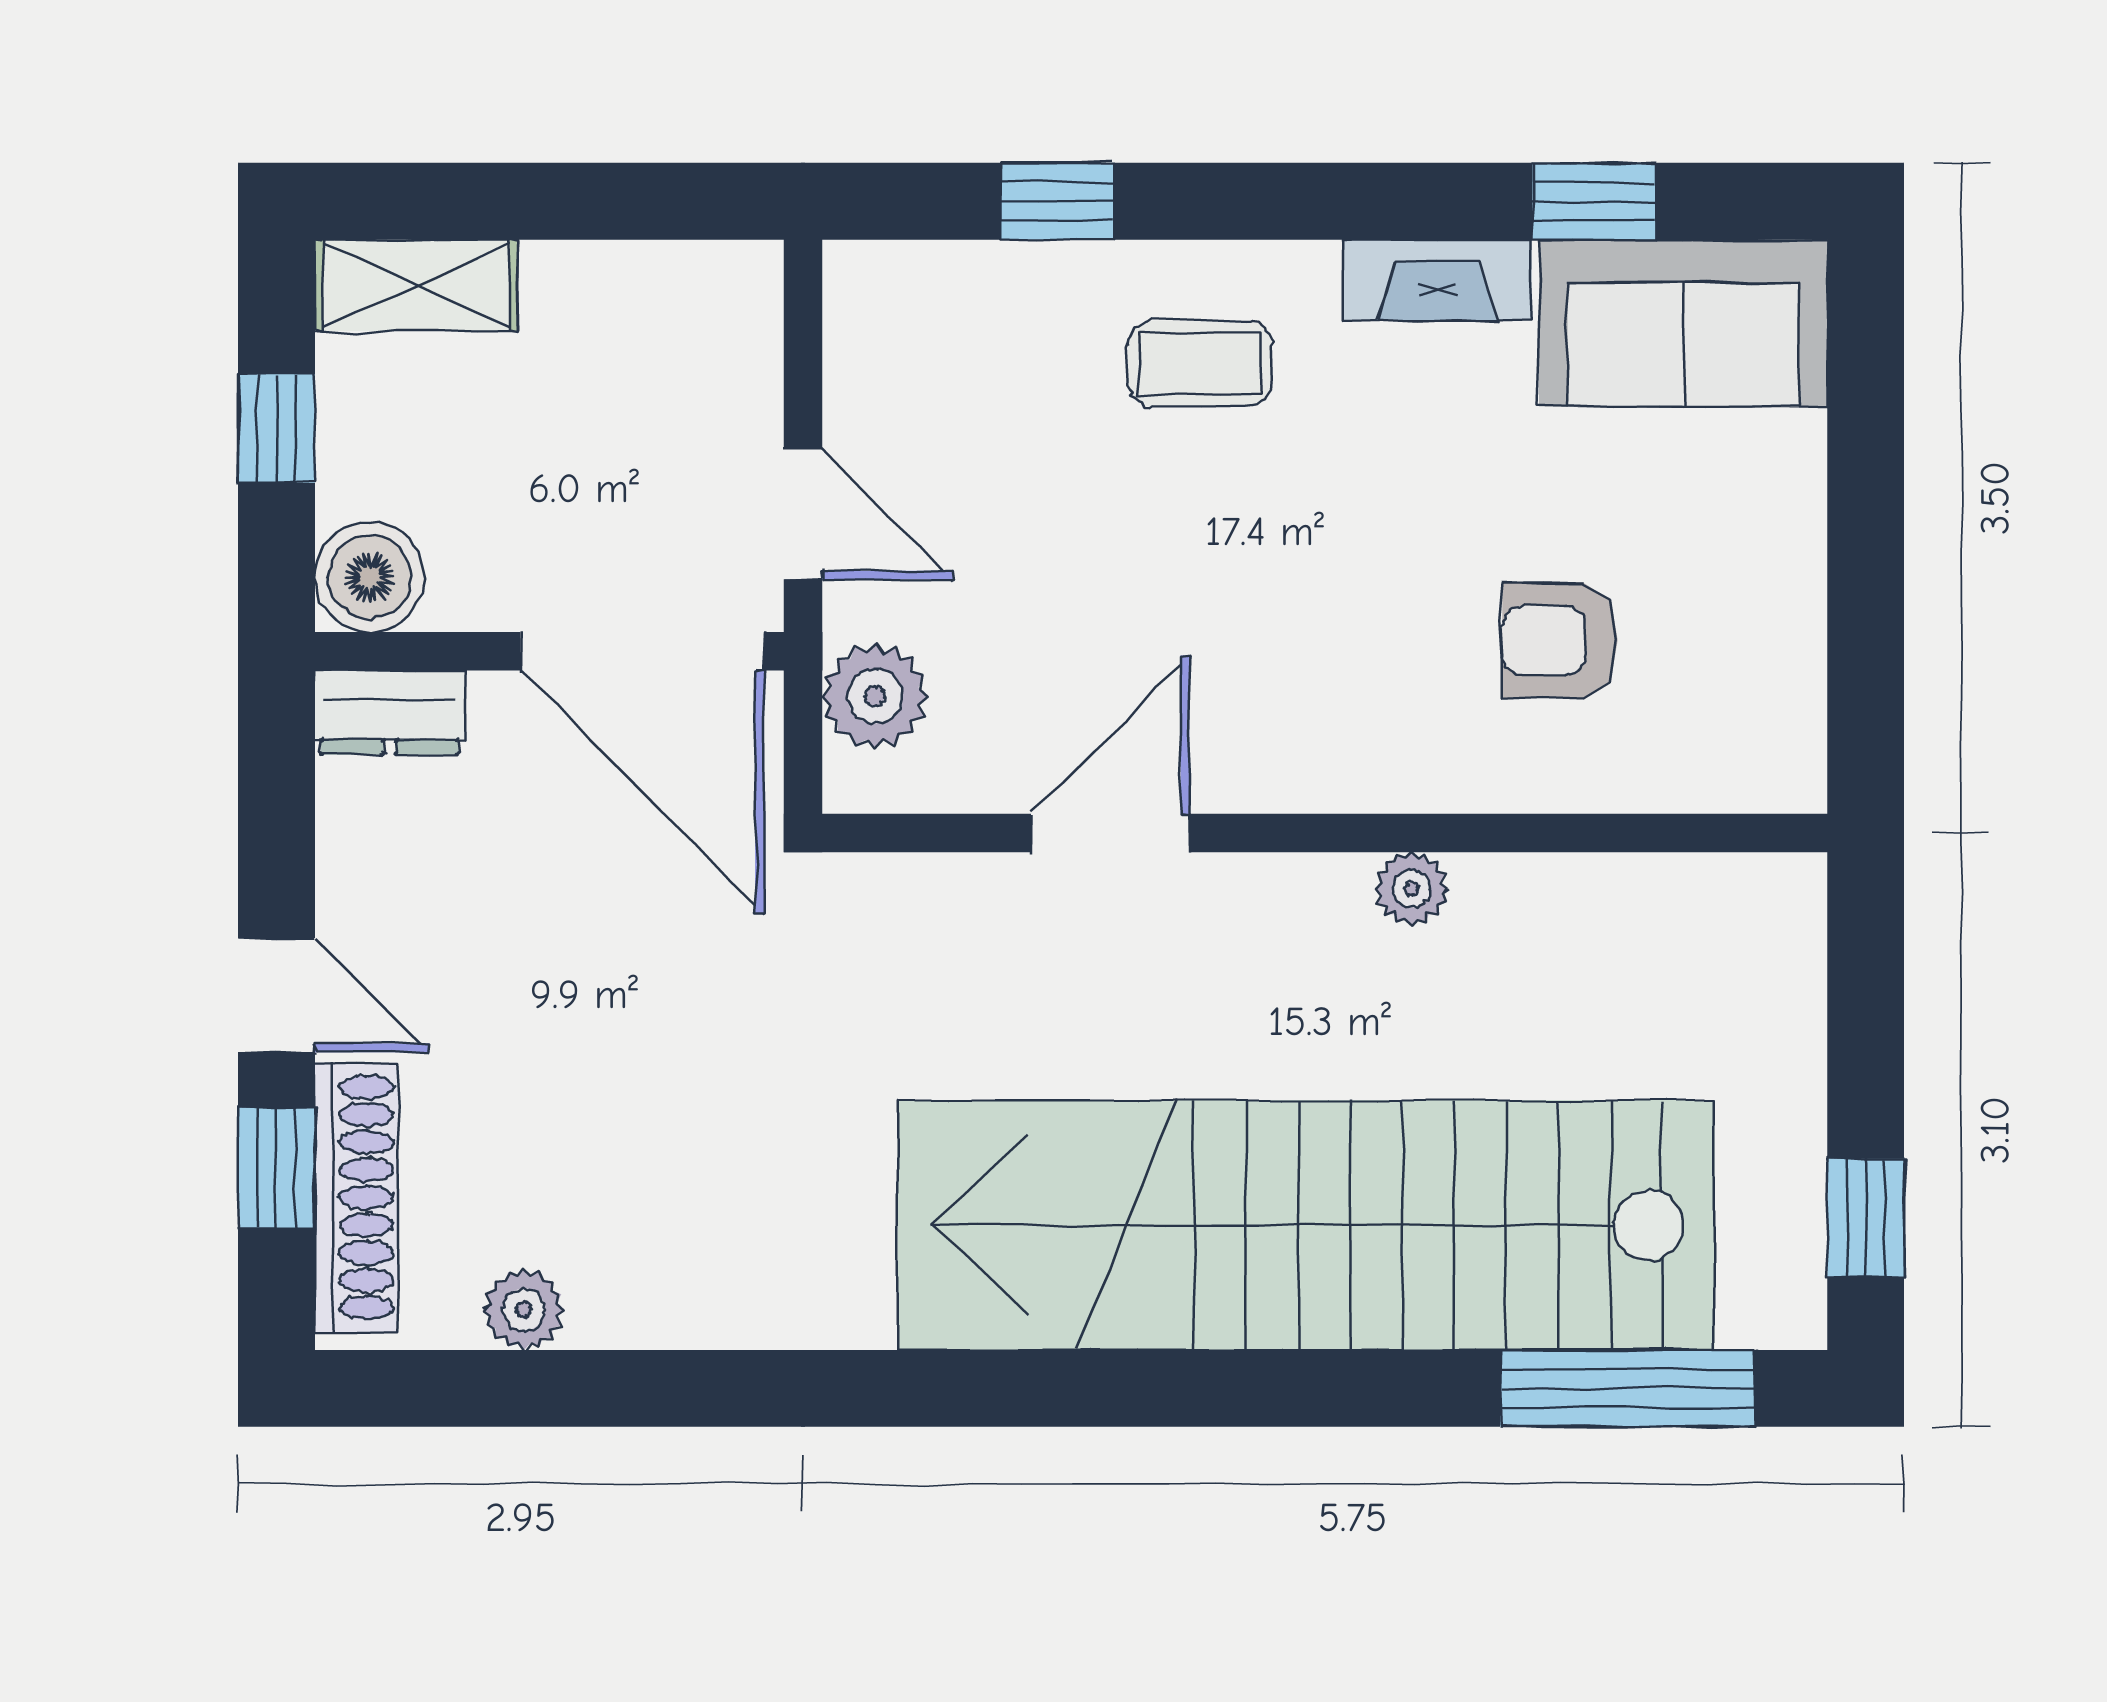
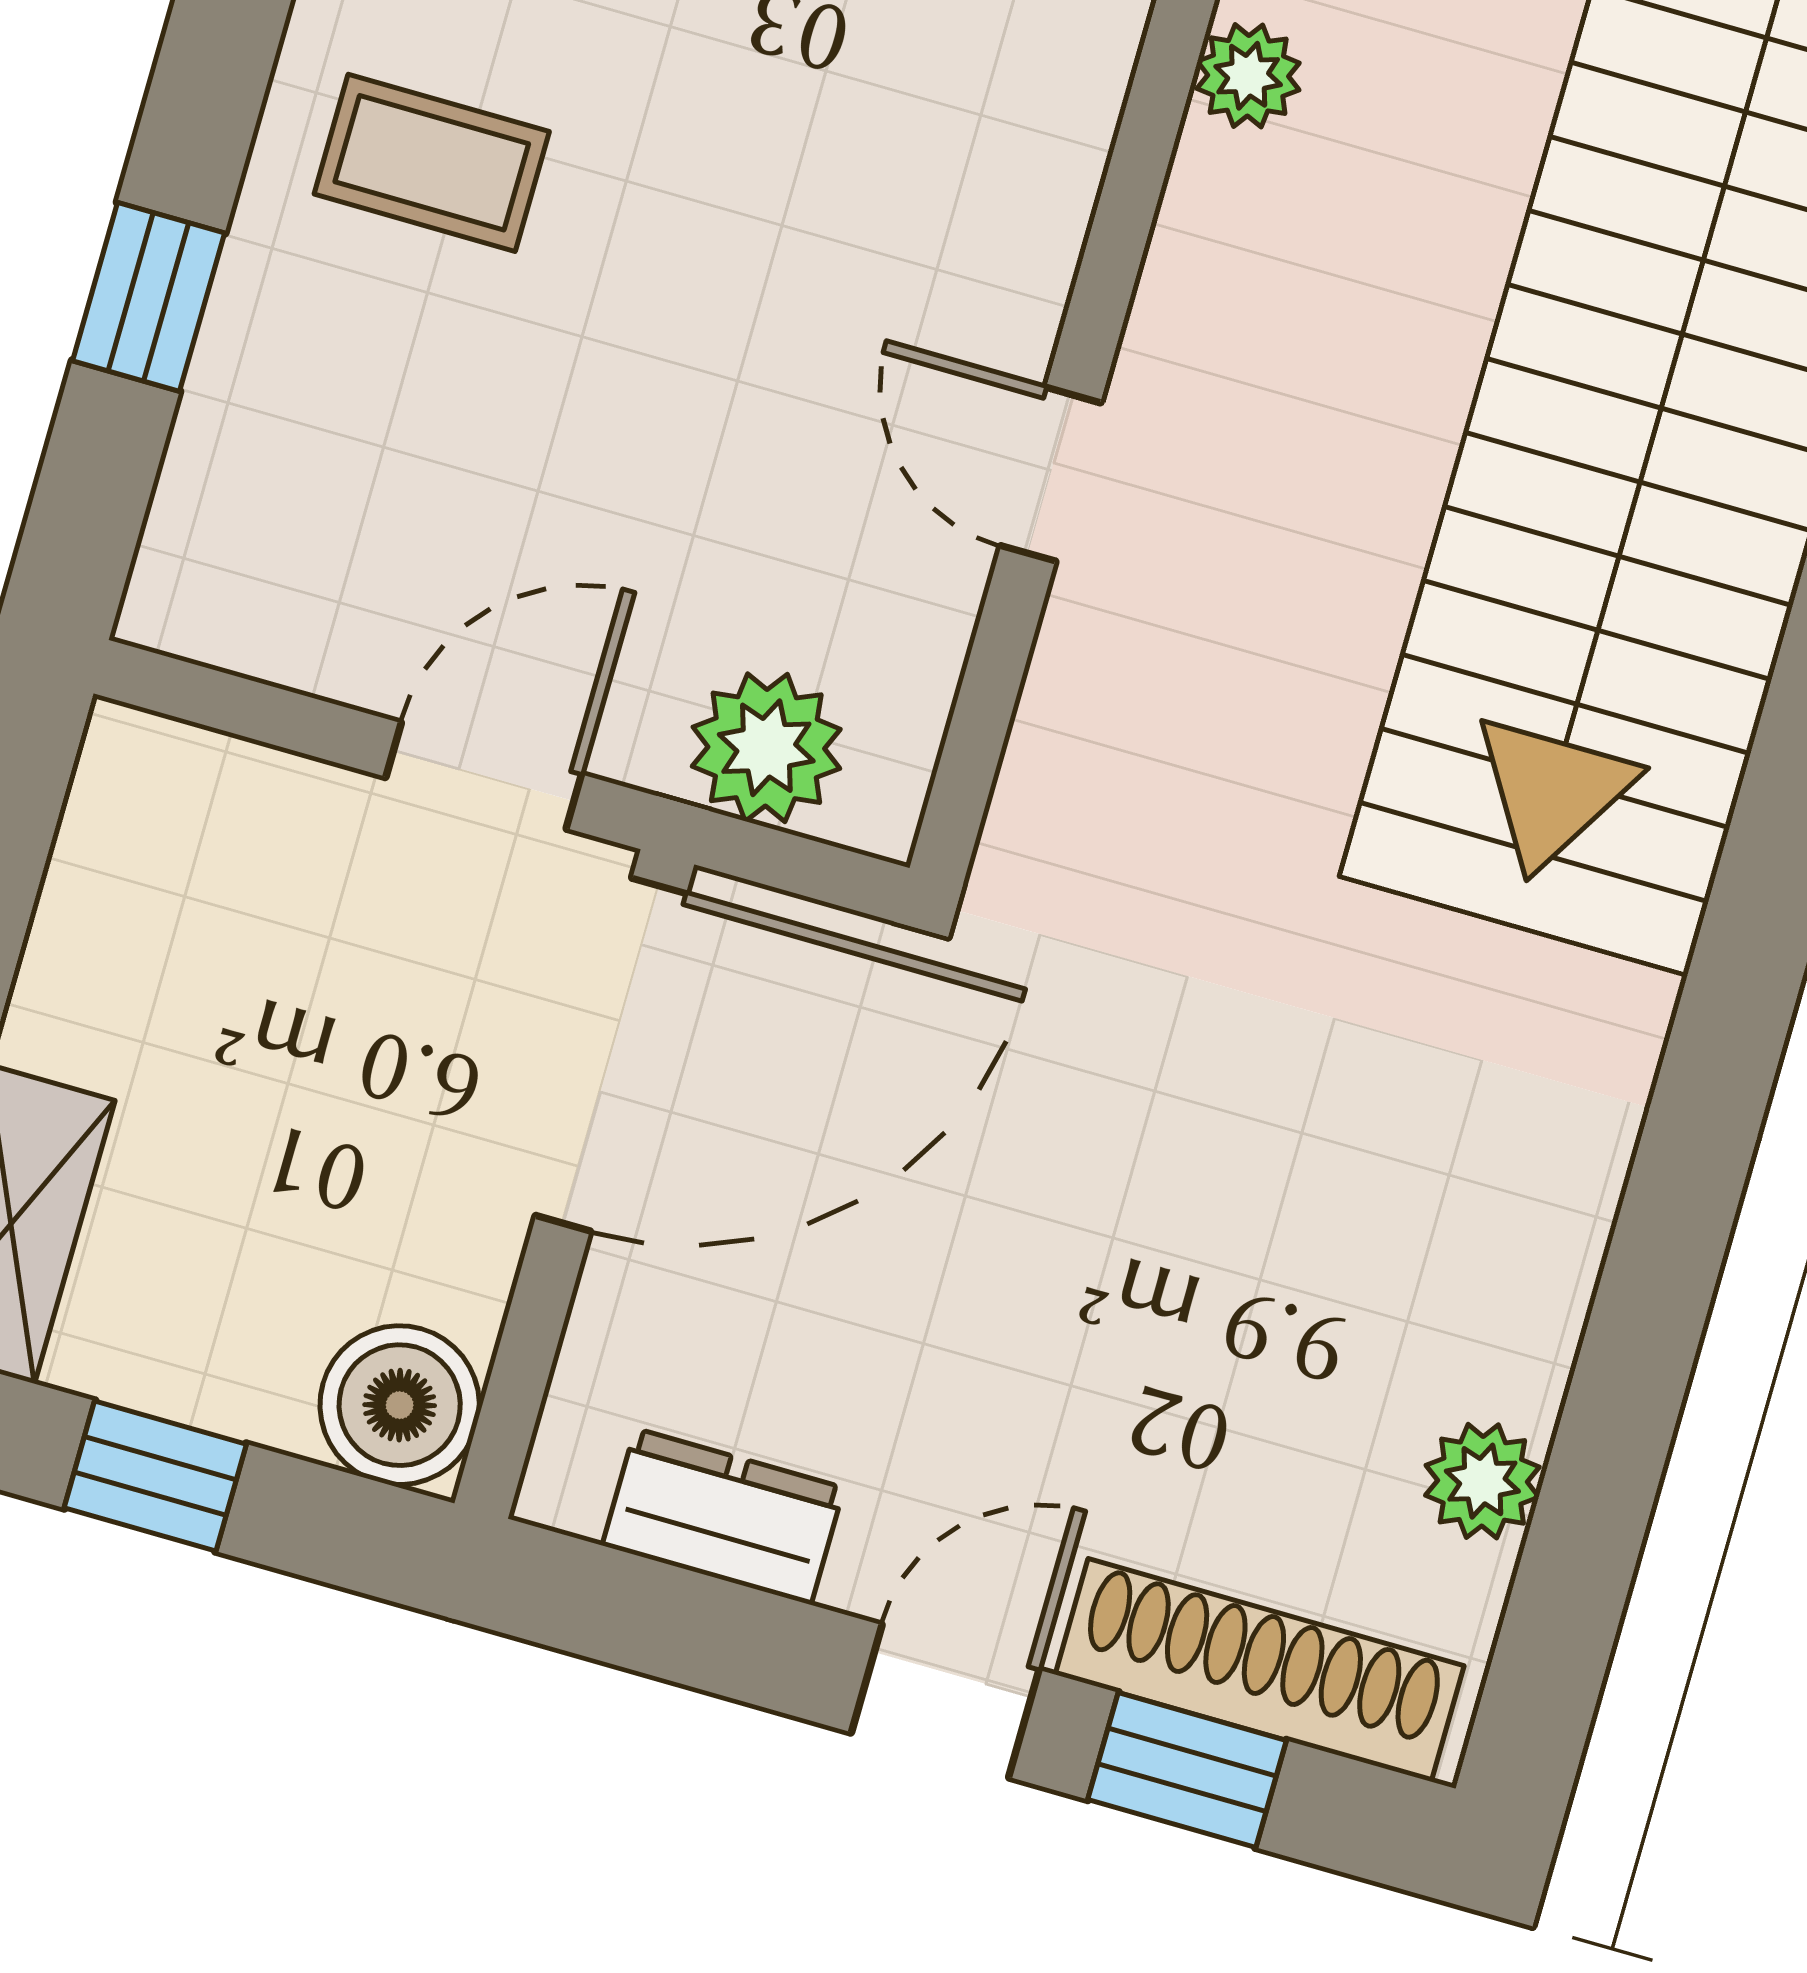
coffee table: (1200, 364) -> (432, 163), turned 90
dresser: (390, 712) -> (723, 1517), moved, turned -90
door: (1110, 833) -> (1051, 474), width x0.73

